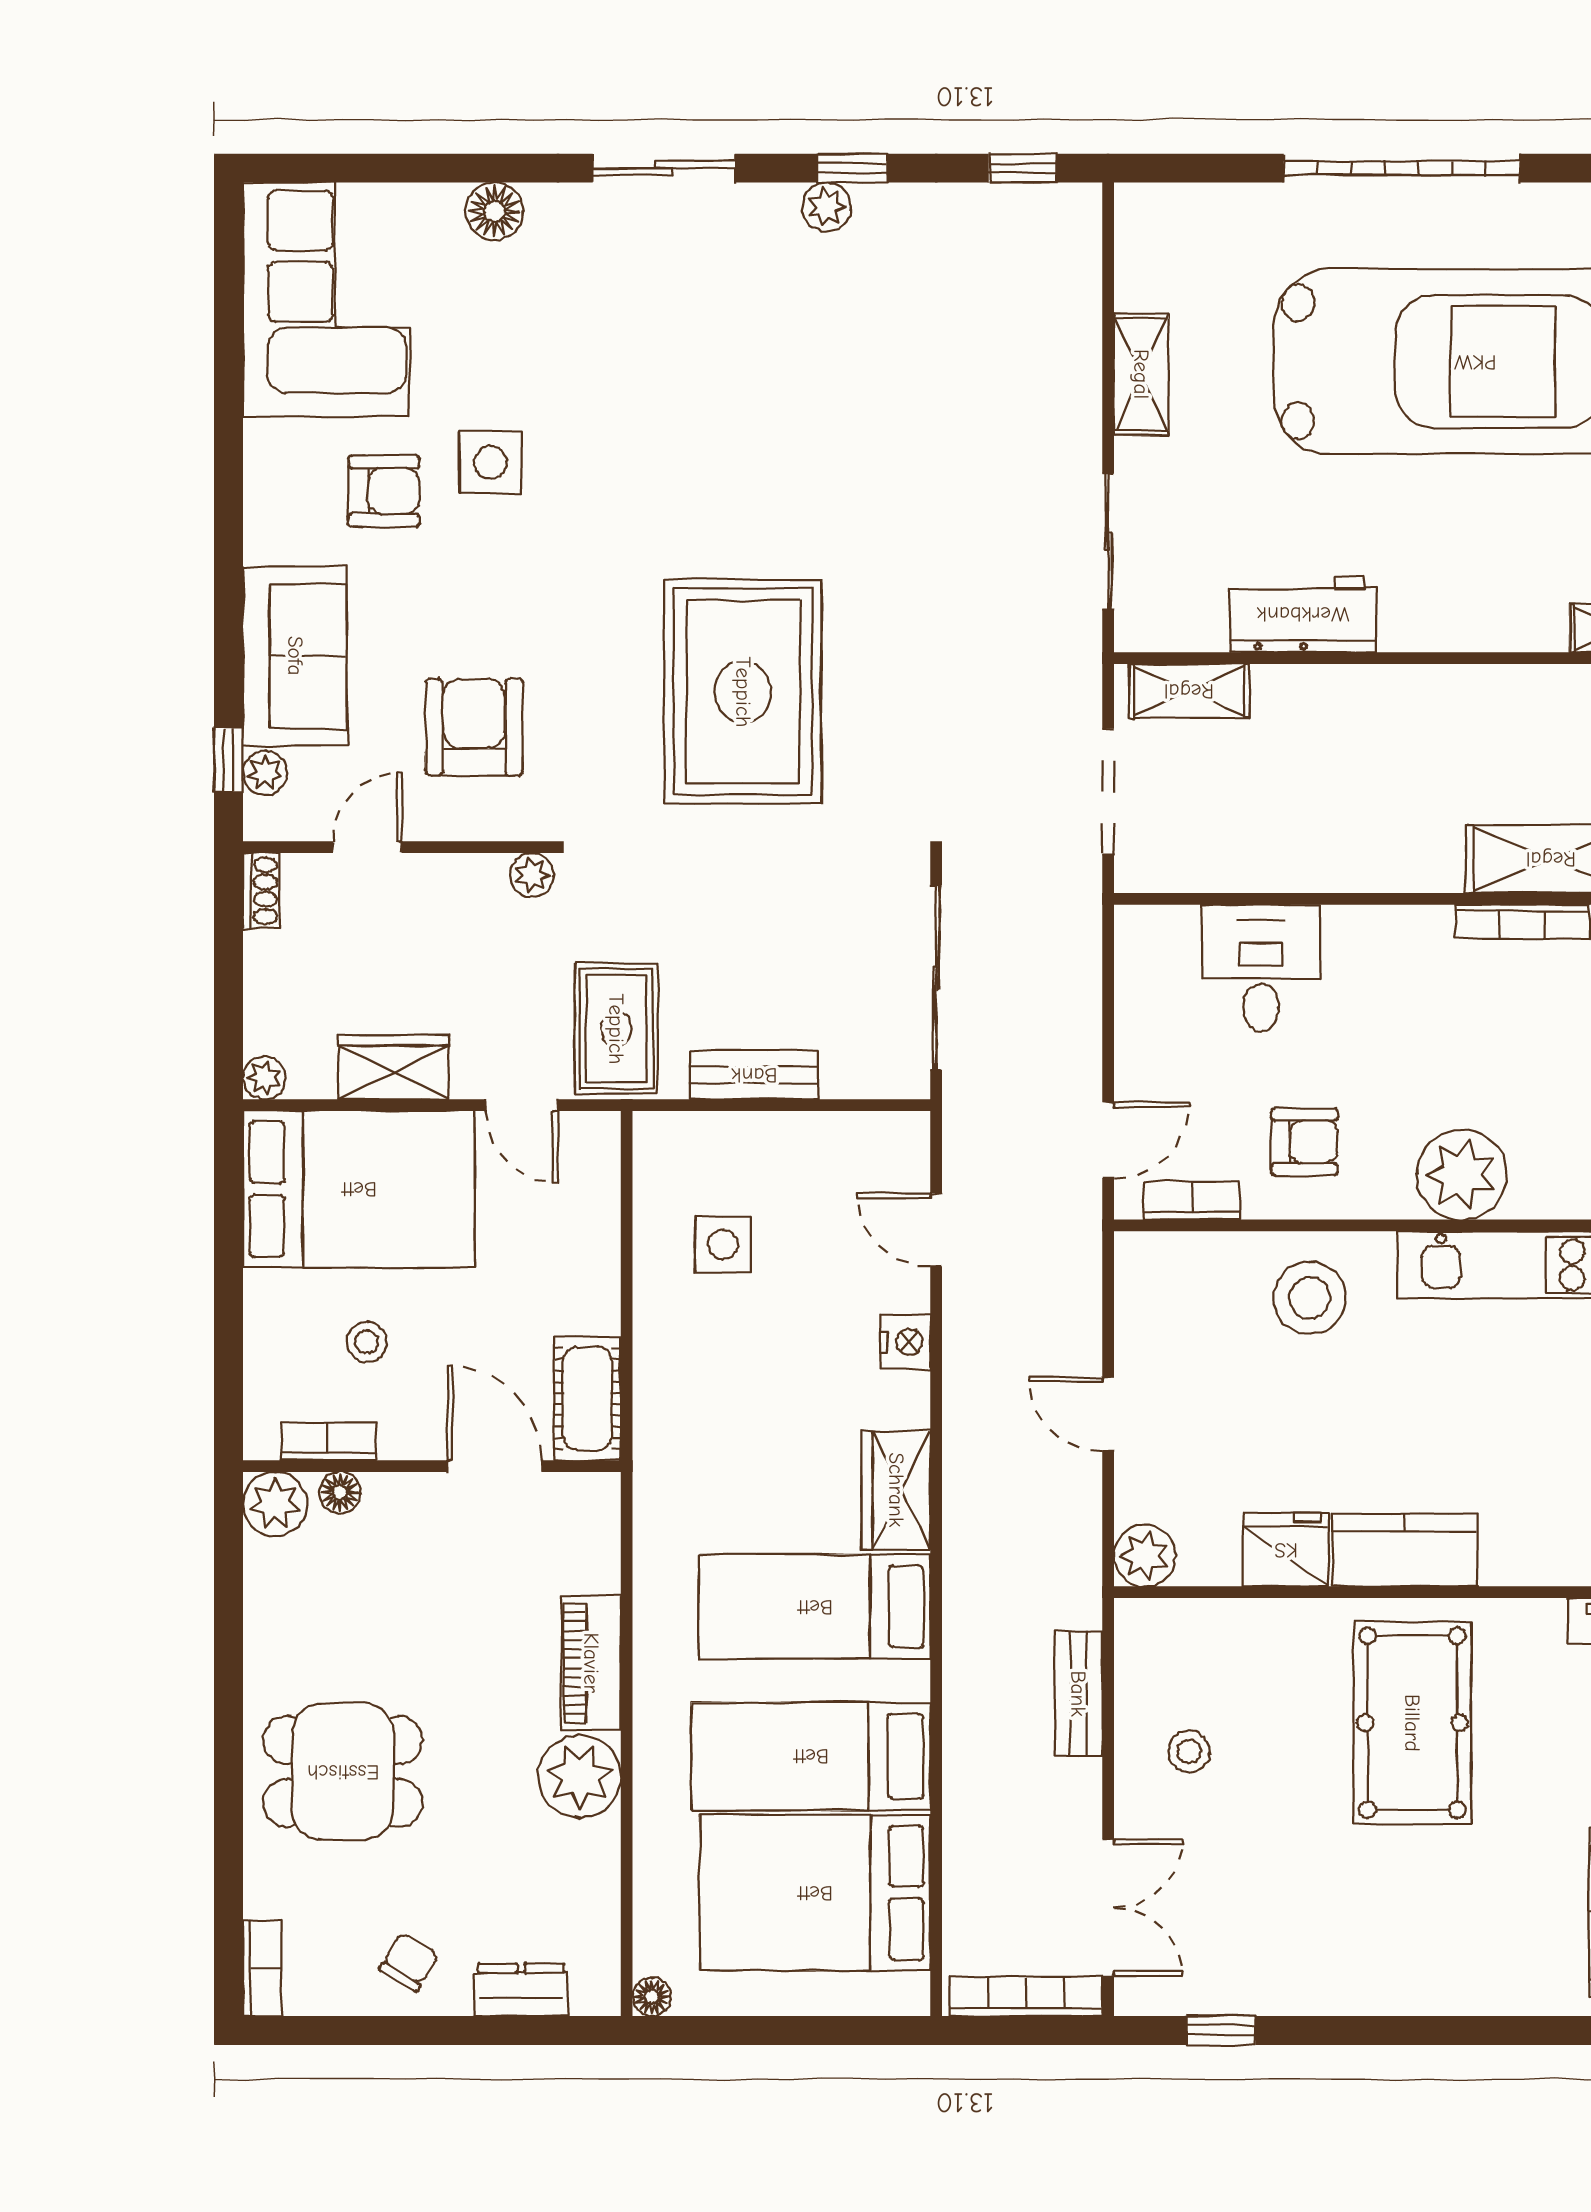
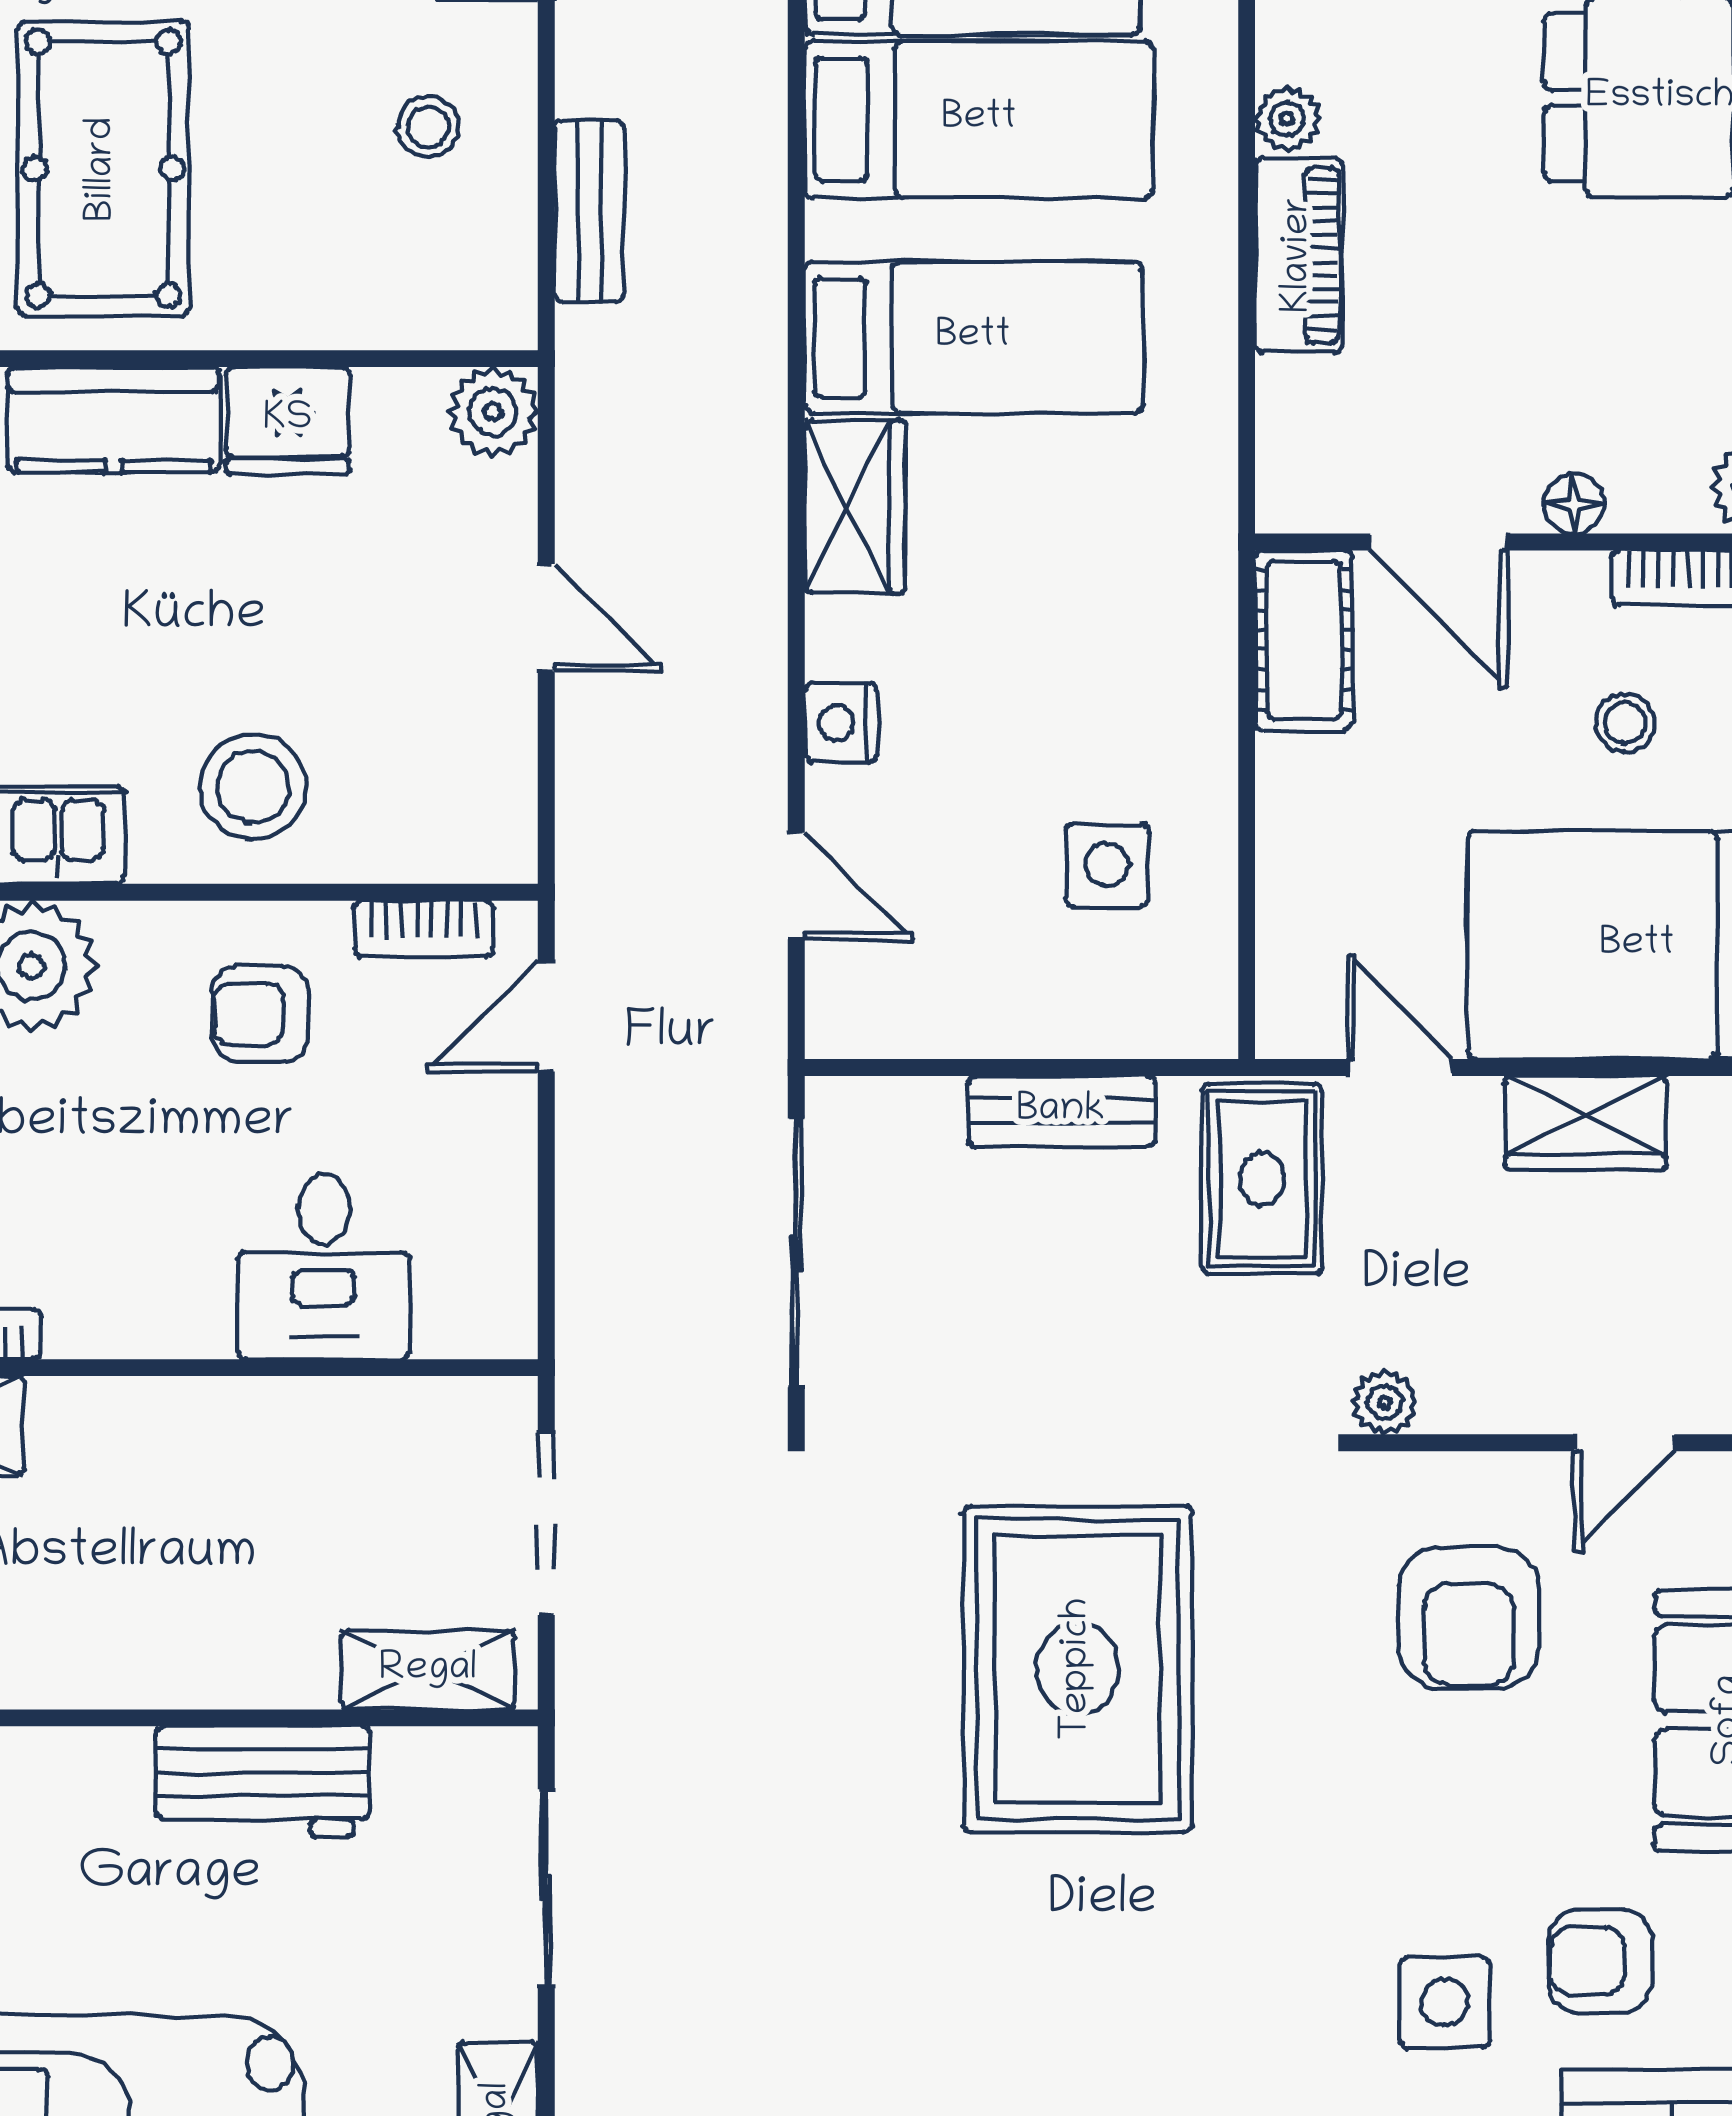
floor lamp: (340, 1492) -> (1574, 504), moved
plant: (579, 1776) -> (1287, 119), width x0.53, depth x0.53

